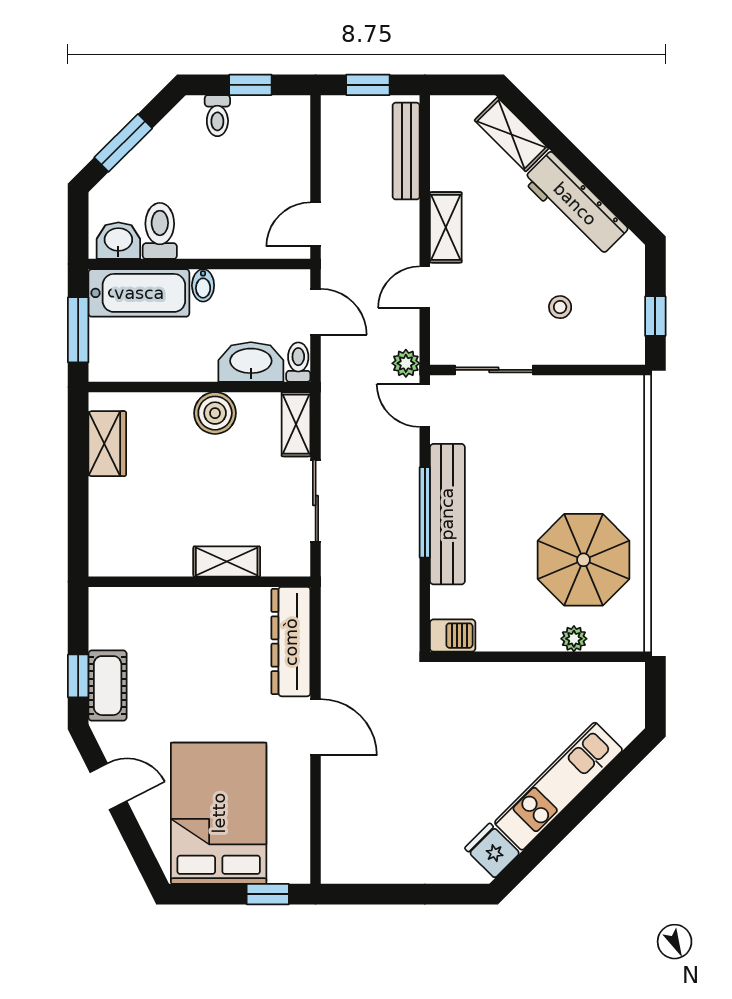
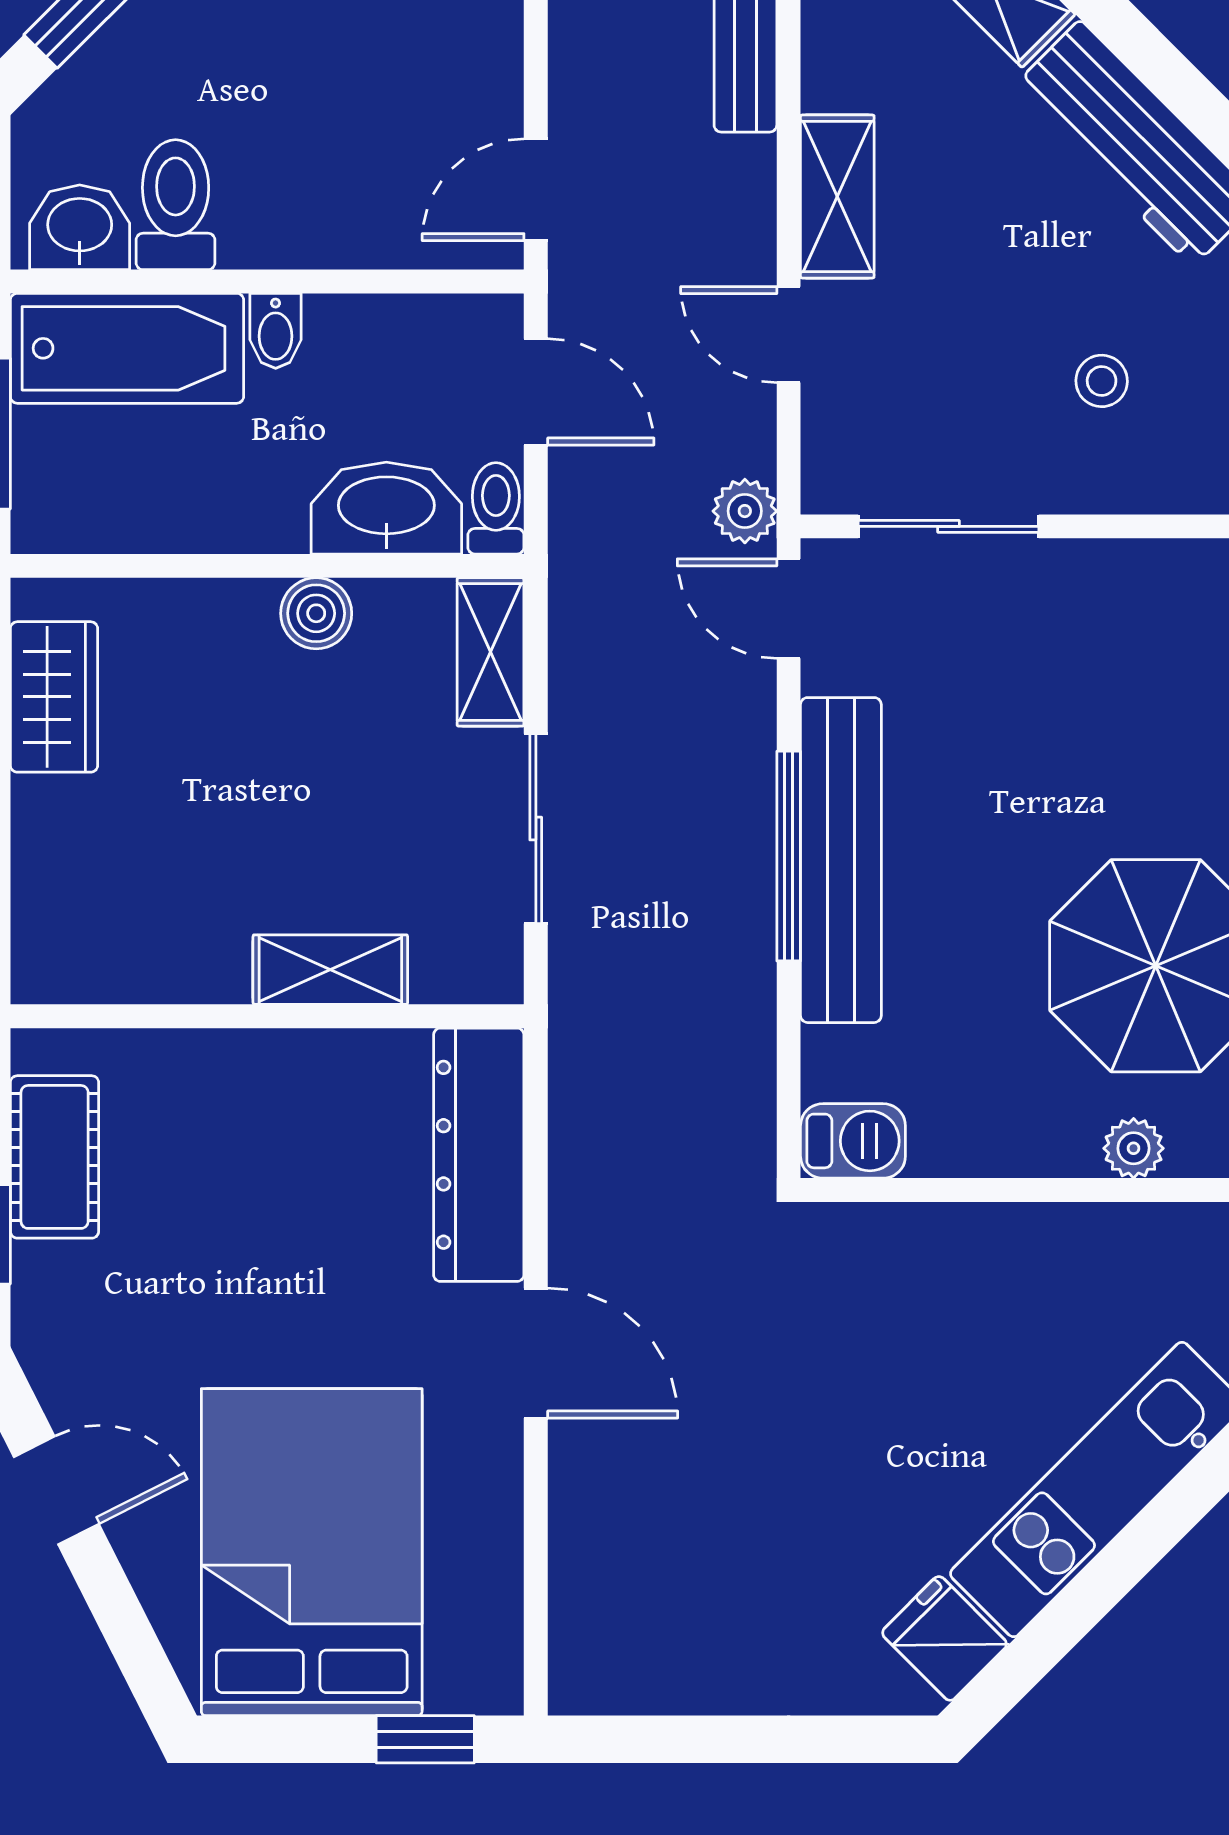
door: (425, 287) -> (789, 335), hinge flipped
boiler: (215, 413) -> (316, 613), width x0.73, depth x0.73
cot: (108, 686) -> (55, 1157), moved

